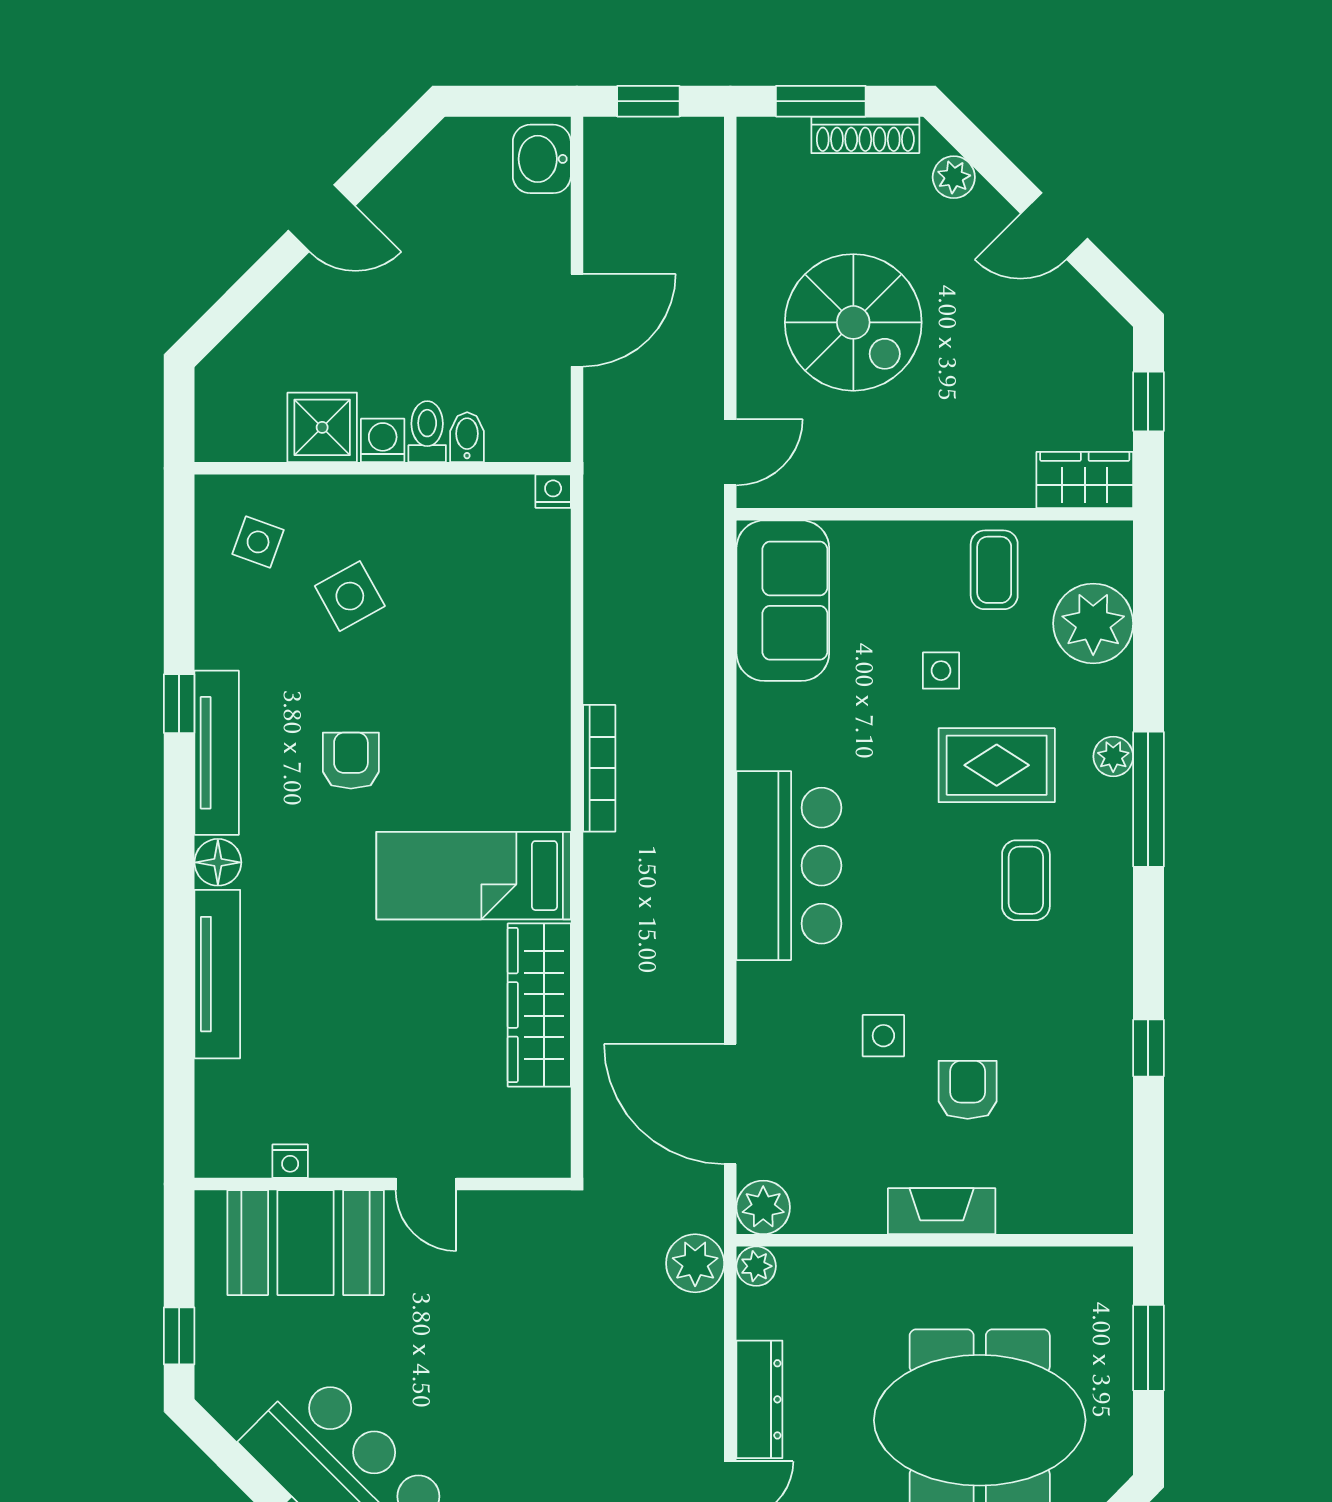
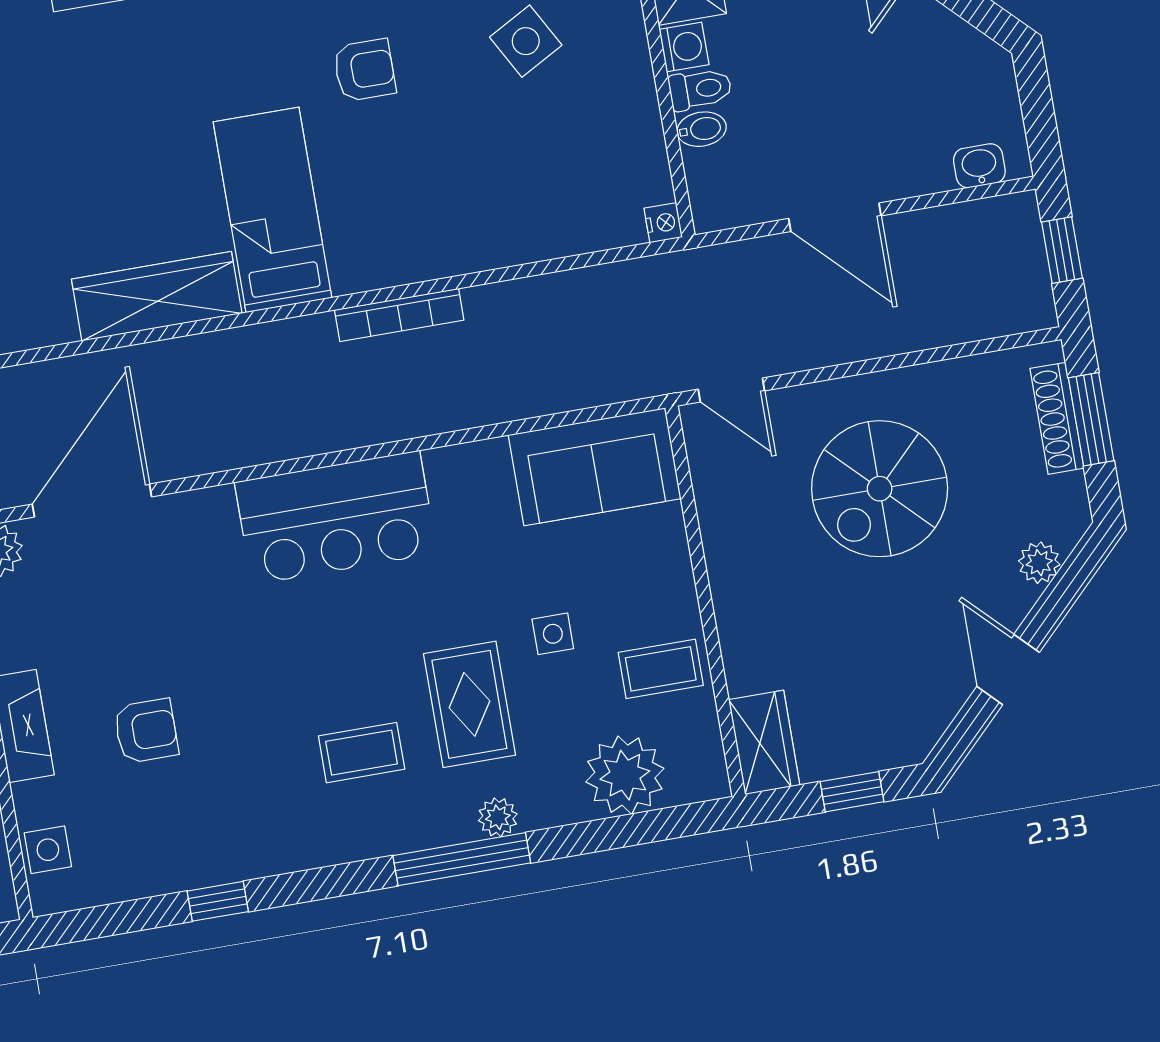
shoe rack: (865, 135) -> (1057, 418), moved
washbasin: (542, 159) -> (979, 166), width x0.72, depth x0.69
side table: (883, 1036) -> (48, 850), moved

